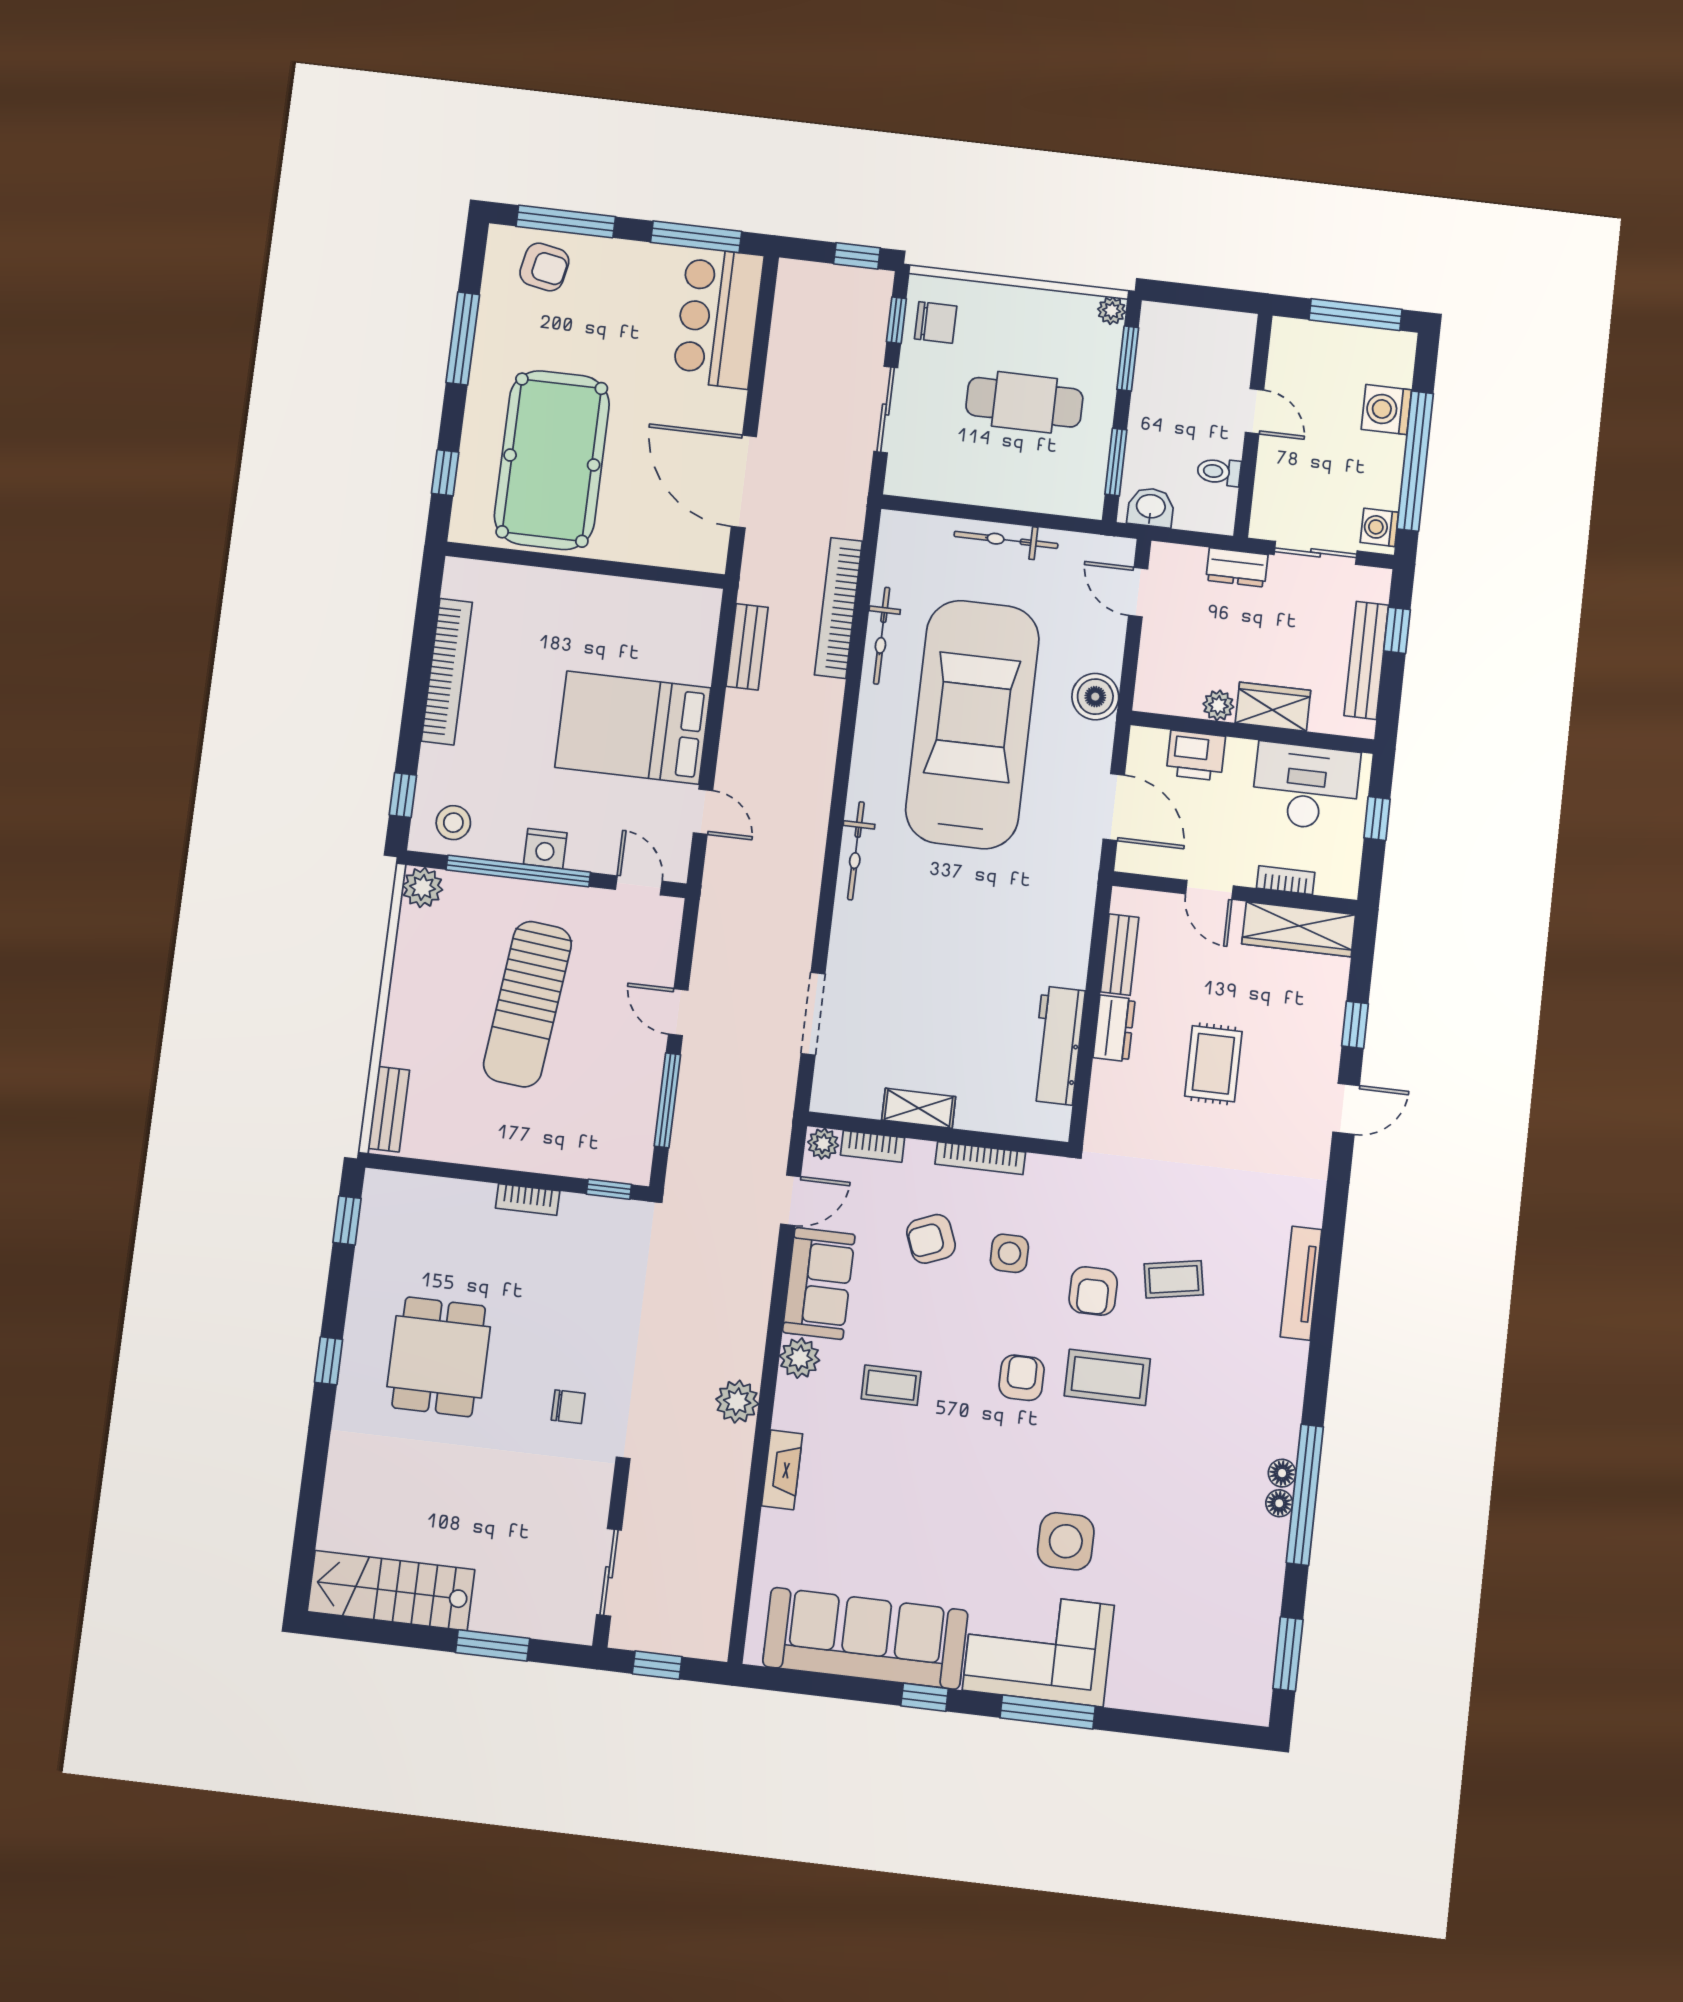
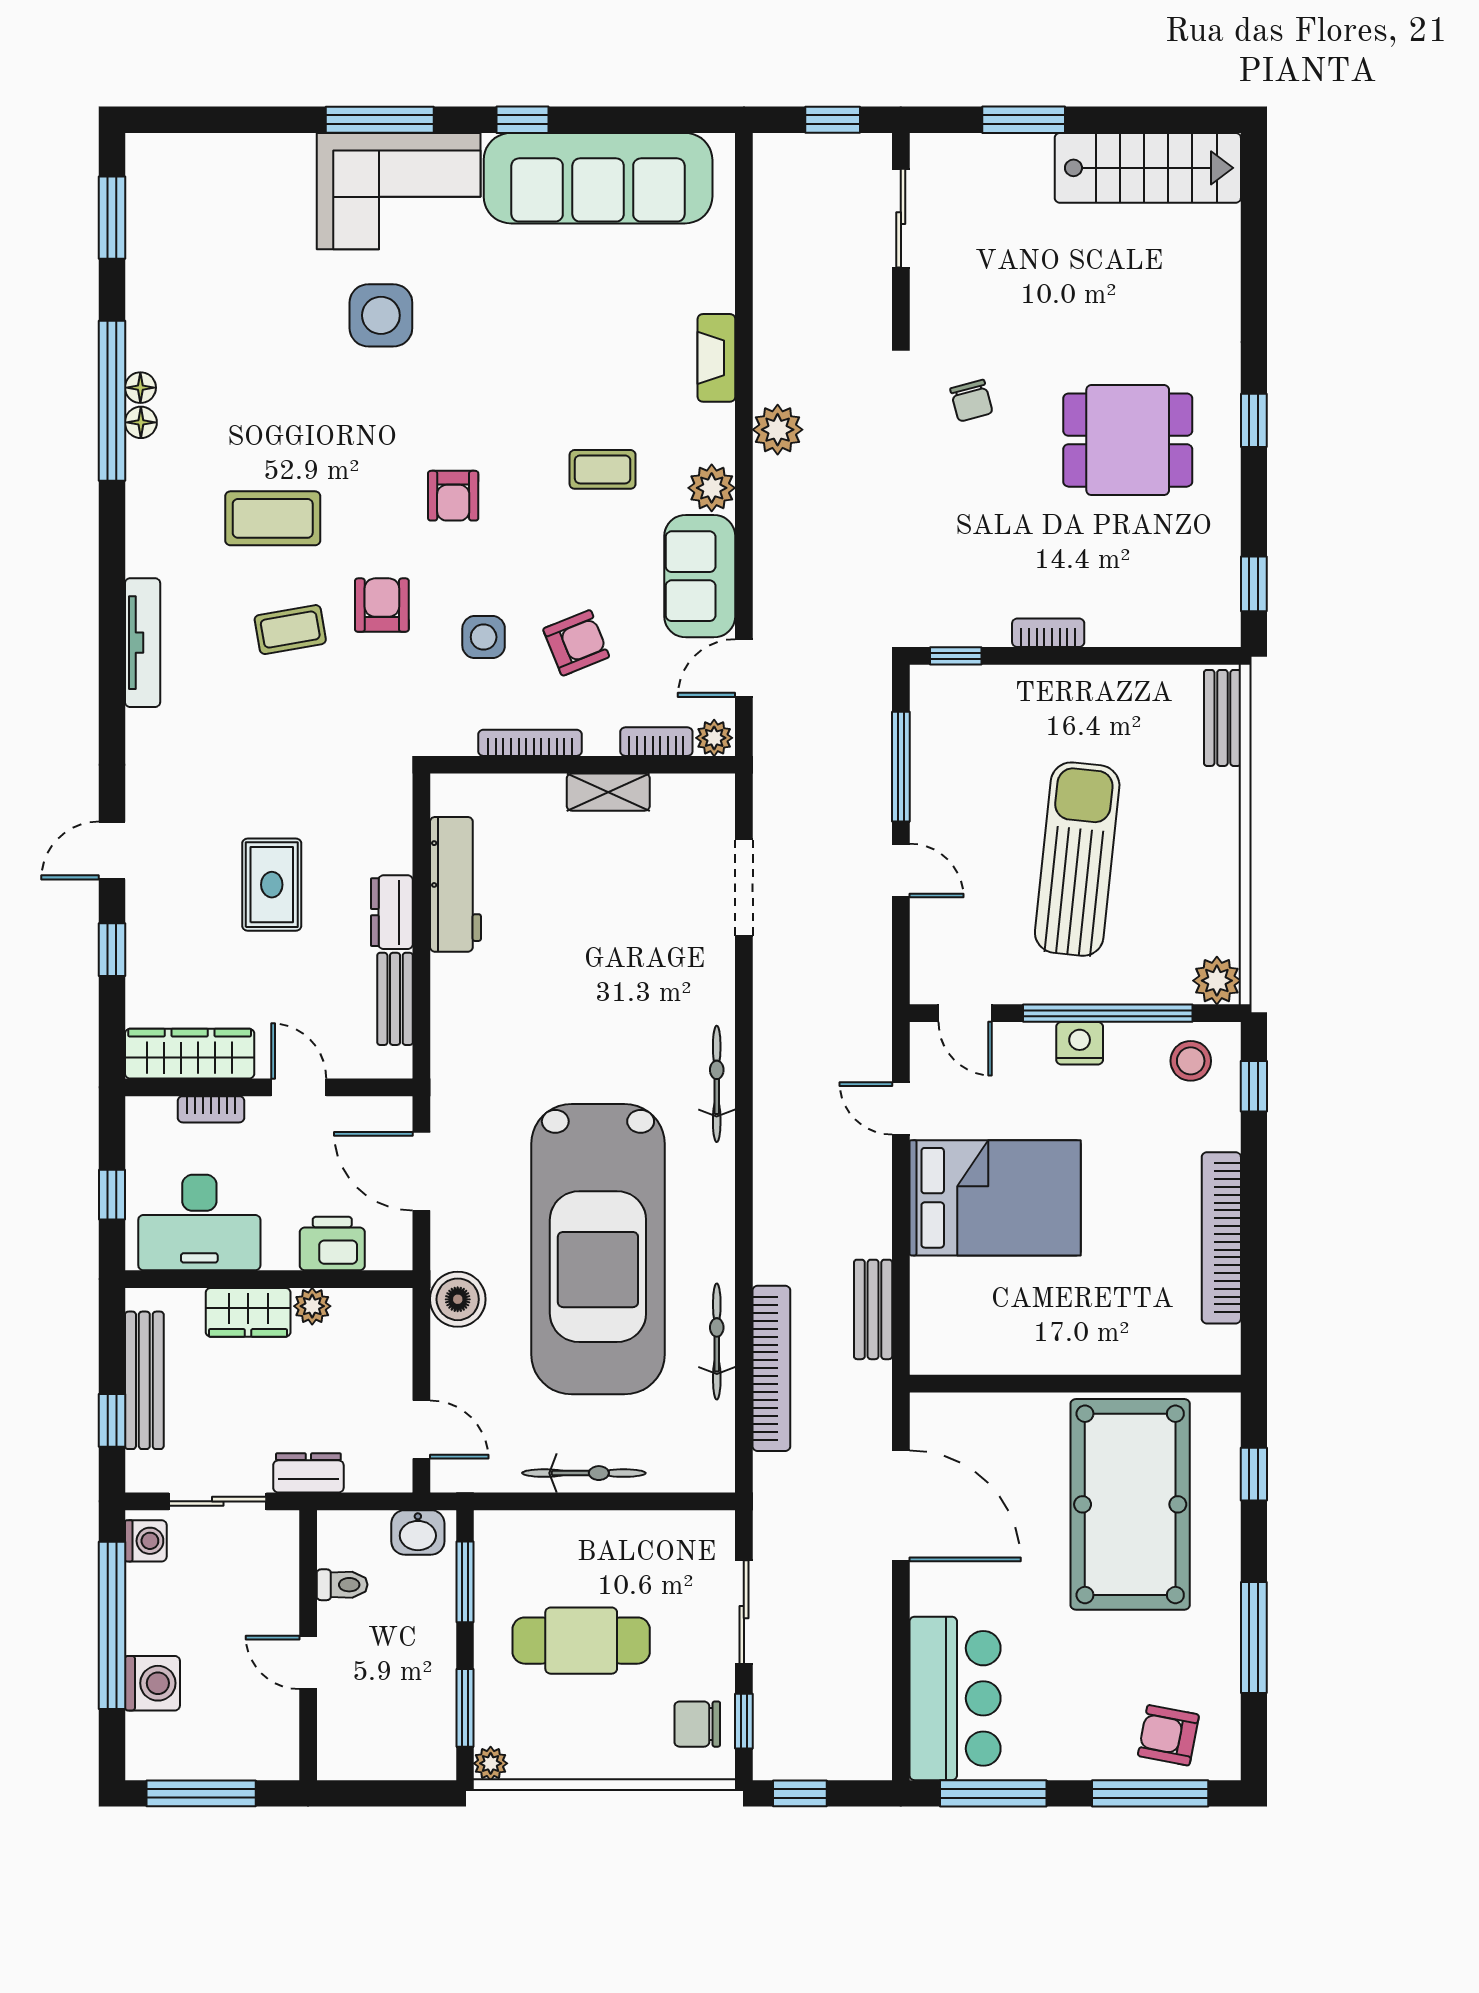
dining table: (439, 1357) -> (1128, 440), turned 90
coffee table: (1107, 1377) -> (273, 518), moved
chair: (568, 1407) -> (971, 401), turned -105

